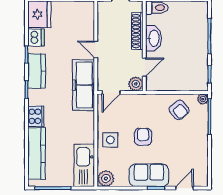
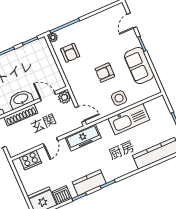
freezer: (83, 85) -> (83, 138), width x0.73, depth x0.79
armchair: (179, 110) -> (70, 53), turned 130
cooker: (36, 116) -> (30, 160), moved, turned 180
kitchen sink: (84, 165) -> (129, 119), moved
sofa: (149, 175) -> (139, 66), moved
plant: (106, 179) -> (152, 88), removed
door: (185, 188) -> (132, 21), hinge flipped

